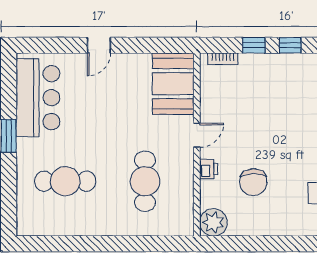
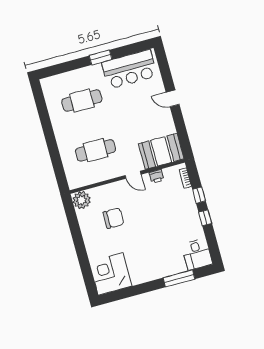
printer: (209, 169) -> (157, 176), moved
cafe table: (65, 181) -> (82, 101), turned 90
chair: (253, 182) -> (113, 218), turned 180

